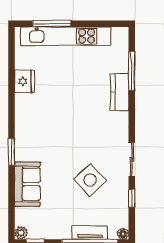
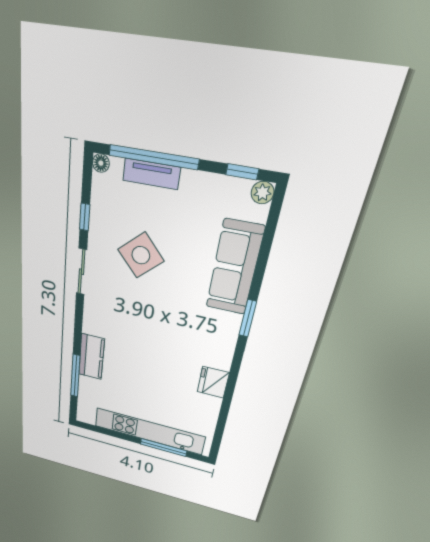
fridge: (24, 81) -> (213, 382), moved
sofa: (27, 184) -> (235, 268), width x1.36

